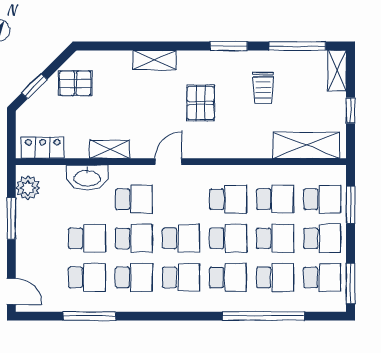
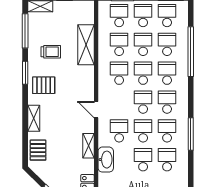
pallet: (75, 83) -> (38, 150), moved
pallet: (201, 103) -> (44, 85), moved
shelving: (306, 145) -> (86, 45), moved
window: (89, 316) -> (191, 134), moved

